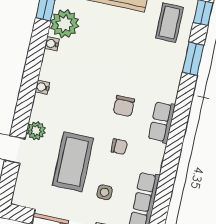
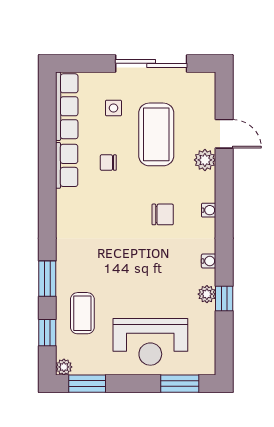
plant: (65, 24) -> (207, 294), width x0.53, depth x0.53
chair: (124, 106) -> (163, 214), moved, turned 90
row of seats: (162, 122) -> (67, 165), moved

